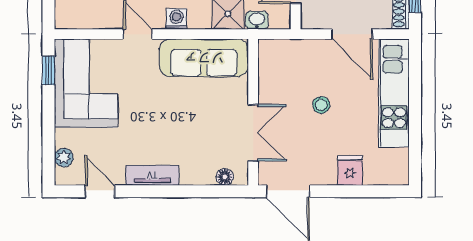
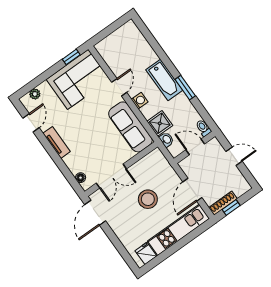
stool: (321, 105) -> (148, 199), width x1.89, depth x1.89
fridge: (350, 171) -> (146, 253), moved, turned -90

